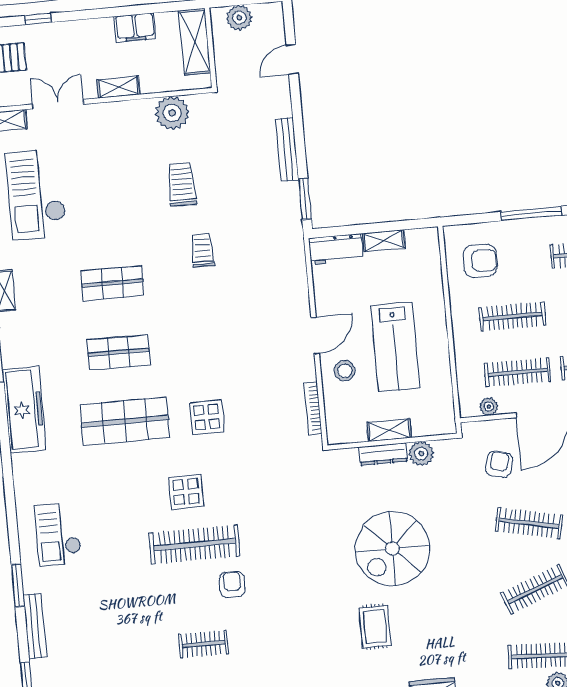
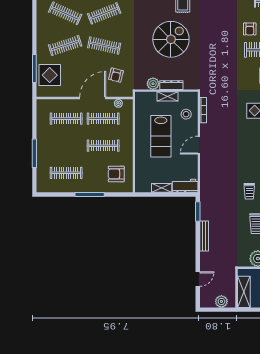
lab bench: (395, 347) -> (161, 136), turned 180
stool: (345, 371) -> (186, 114), moved

